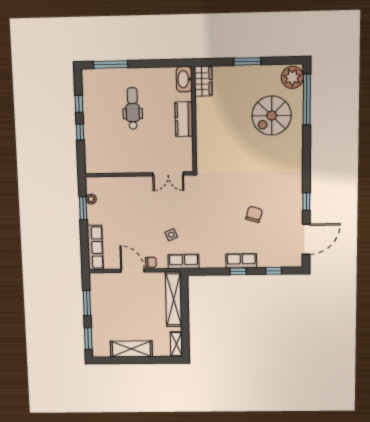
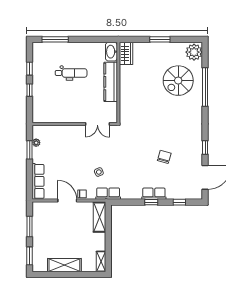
window: (307, 100) -> (205, 87), moved
dental chair: (133, 108) -> (71, 73), turned 90
kitchen counter: (184, 119) -> (111, 82), width x1.50
shelving: (174, 299) -> (99, 217), width x0.68

